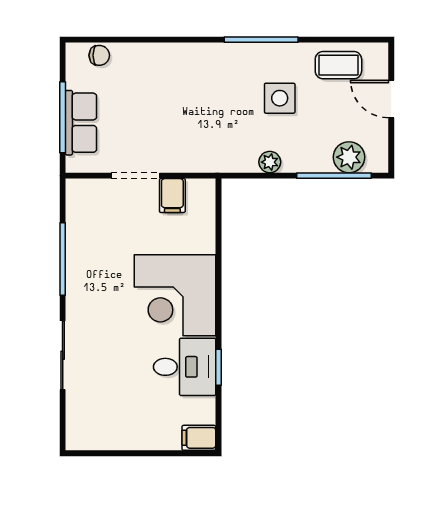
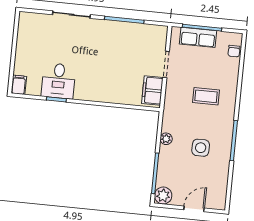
coffee table: (338, 65) -> (206, 96), moved, turned 90
plant: (349, 157) -> (163, 196), moved
filing cabinet: (172, 196) -> (152, 91), width x2.00
corner desk: (175, 295) -> (98, 80), removed

